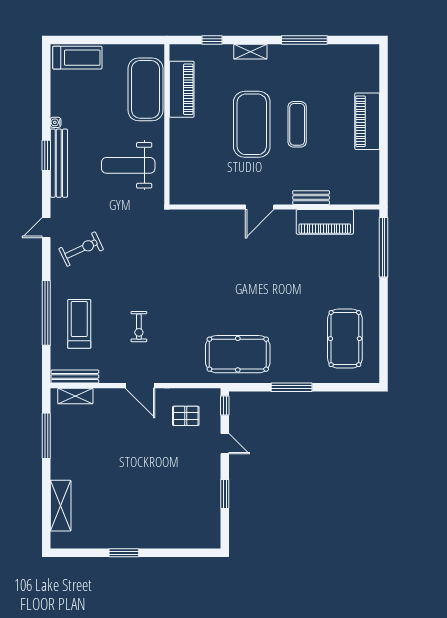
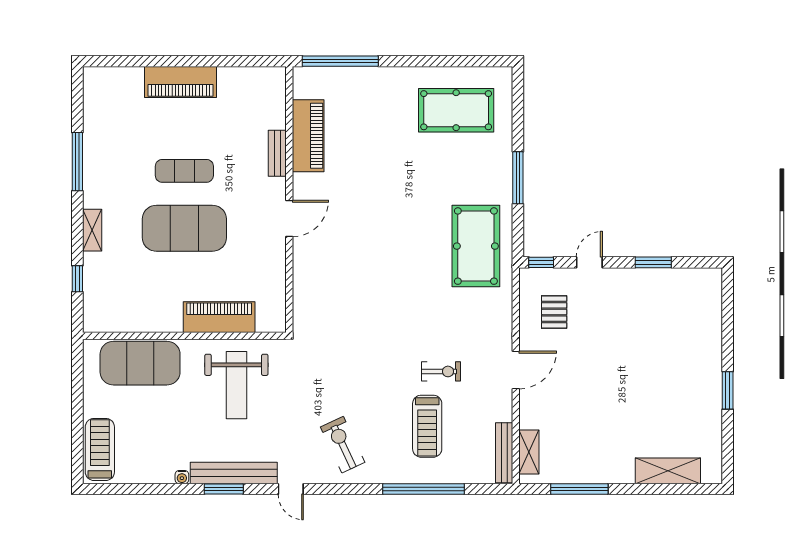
piano: (182, 89) -> (219, 317), moved
door: (260, 207) -> (289, 218), hinge flipped
door: (46, 228) -> (291, 489), moved
treadmill: (79, 324) -> (427, 426), moved, turned -90

